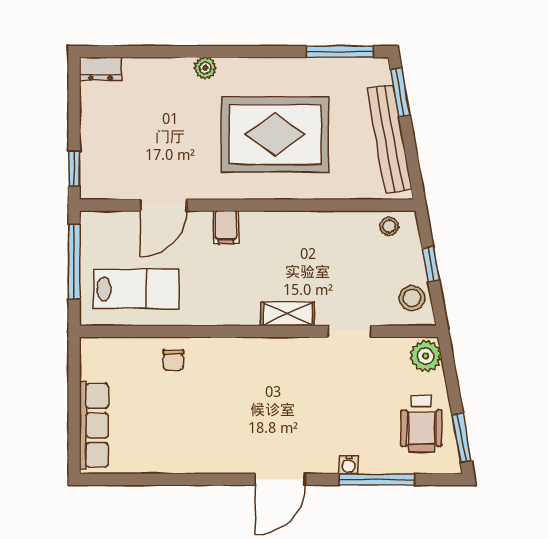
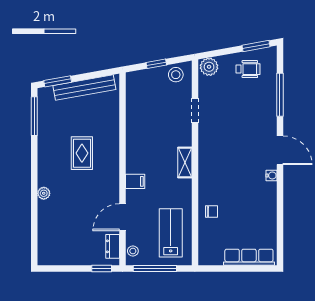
dresser: (100, 69) -> (113, 246), moved, turned 180
rug: (275, 134) -> (82, 153), width x0.54, depth x0.49
door: (164, 205) -> (122, 217), swing flipped
stool: (389, 226) -> (133, 251), moved
shelving: (288, 314) -> (185, 163), moved
wheelchair: (422, 424) -> (248, 69), width x0.73, depth x0.73
water cooler: (349, 465) -> (271, 175), moved

